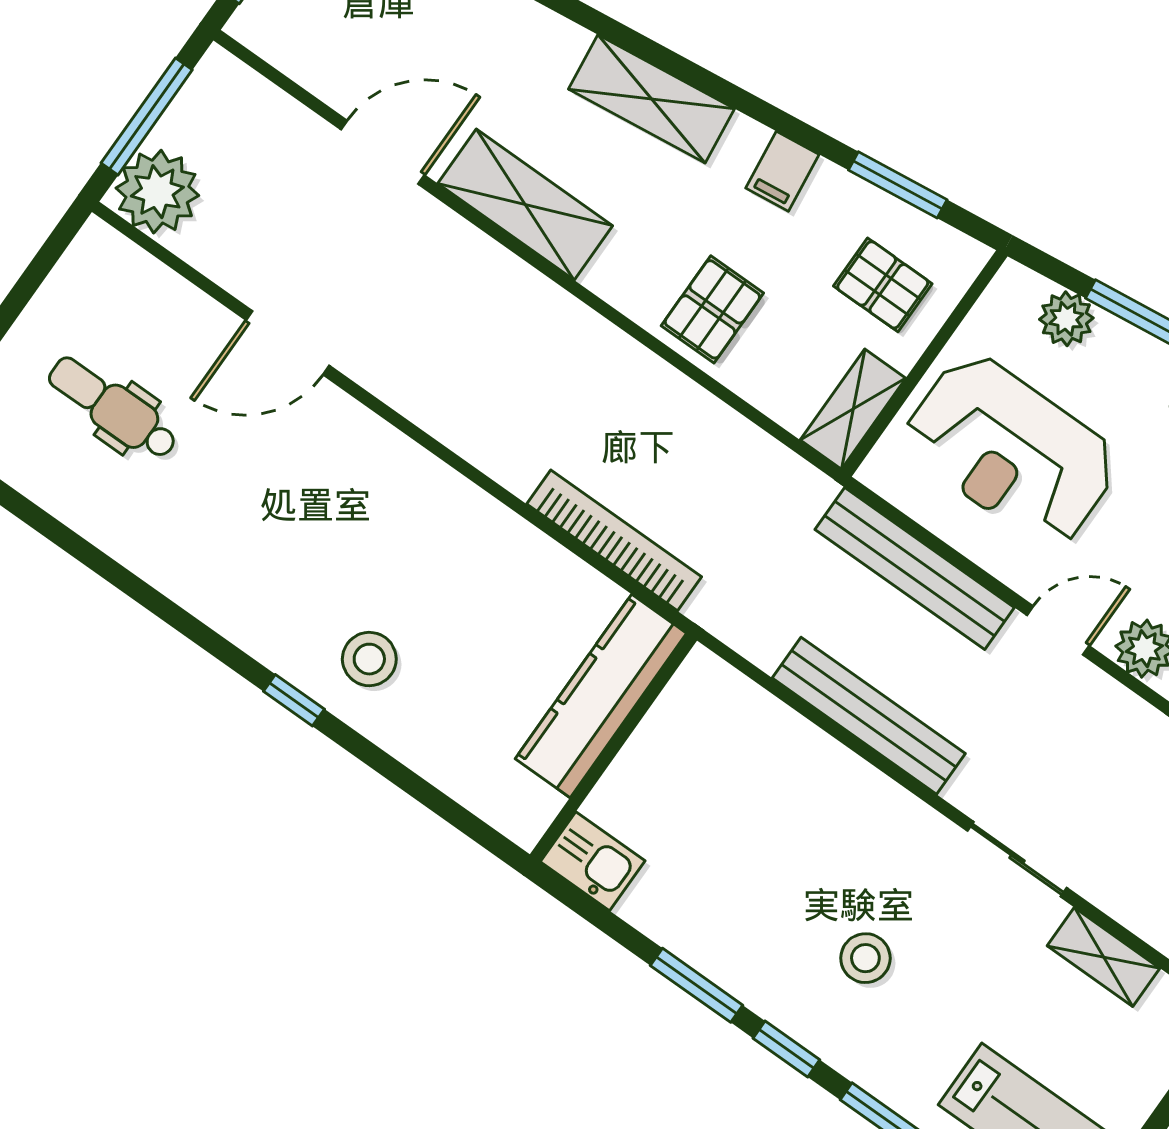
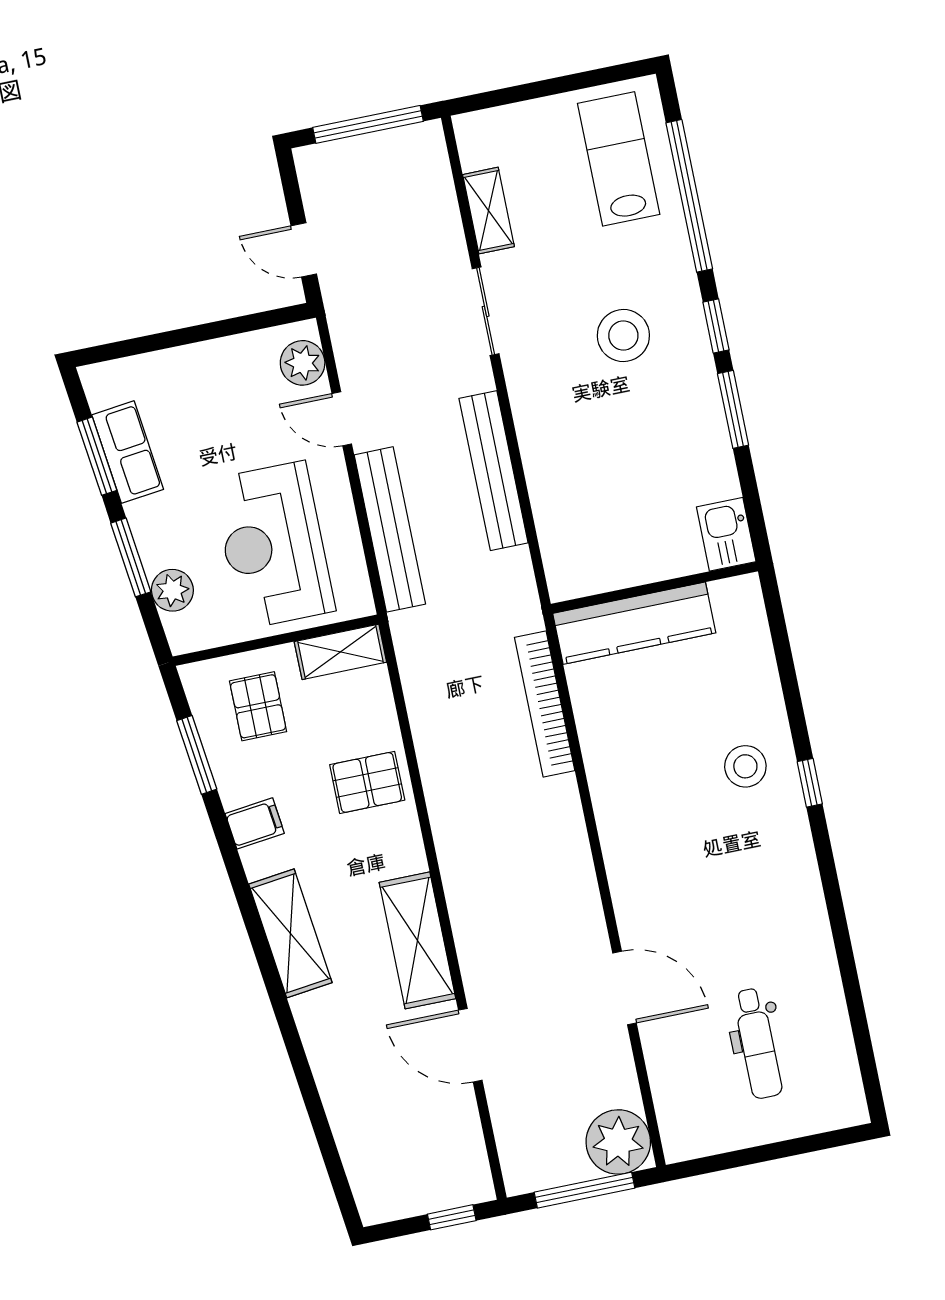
reception desk: (1011, 451) -> (273, 545), turned 180
stool: (865, 958) -> (623, 336), width x1.38, depth x1.38

